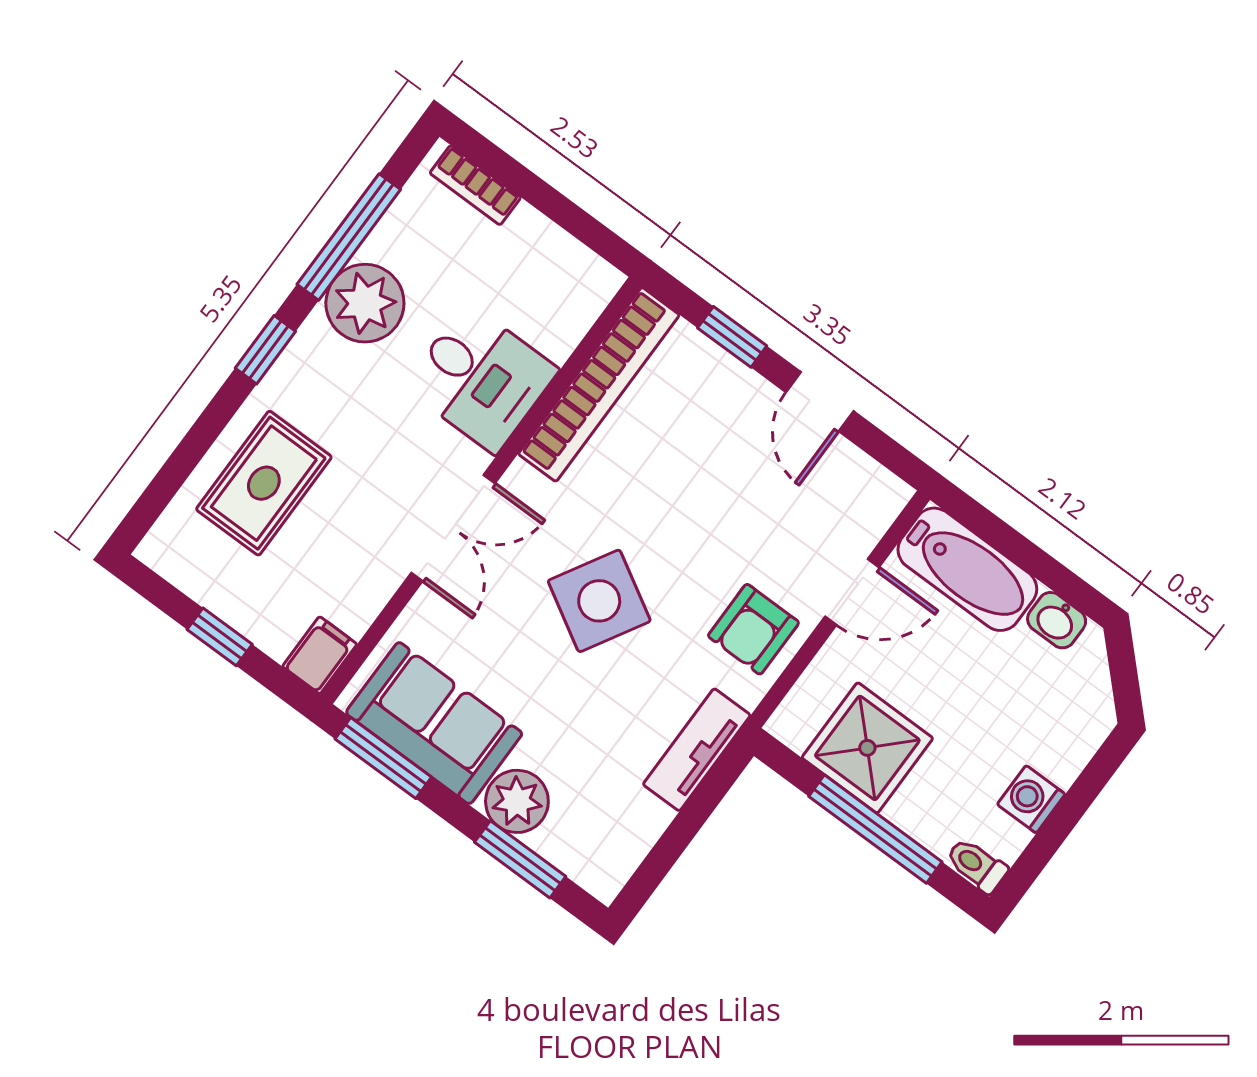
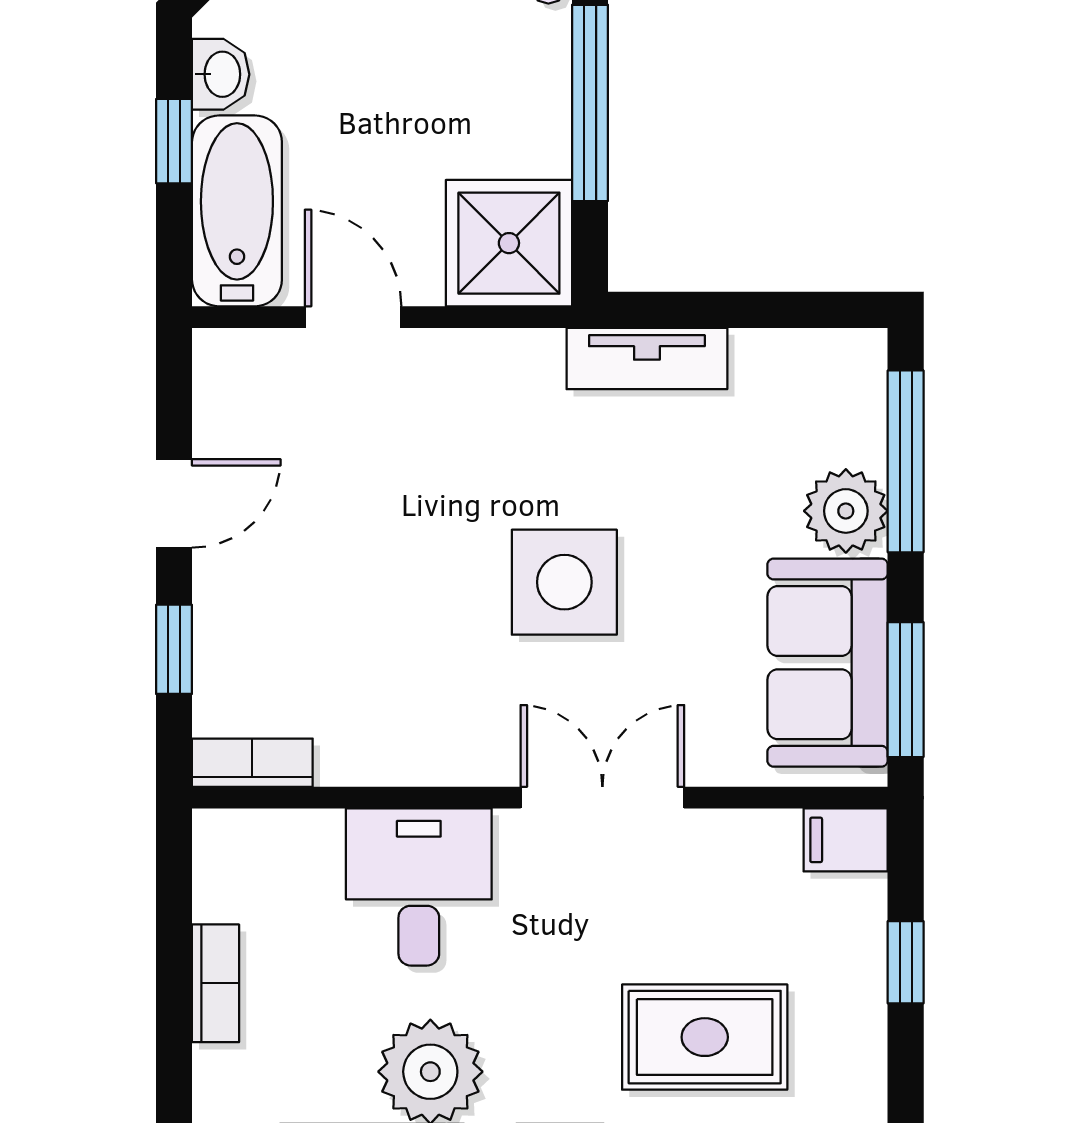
bookcase: (475, 185) -> (216, 983), moved
bookcase: (599, 384) -> (252, 763), width x0.43, depth x0.76
window: (1037, 563) -> (174, 141), added
side table: (599, 601) -> (564, 582), turned -30
armchair: (753, 629) -> (472, 393), removed
shower: (867, 748) -> (509, 243), moved
window: (520, 859) -> (906, 461), width x1.44

